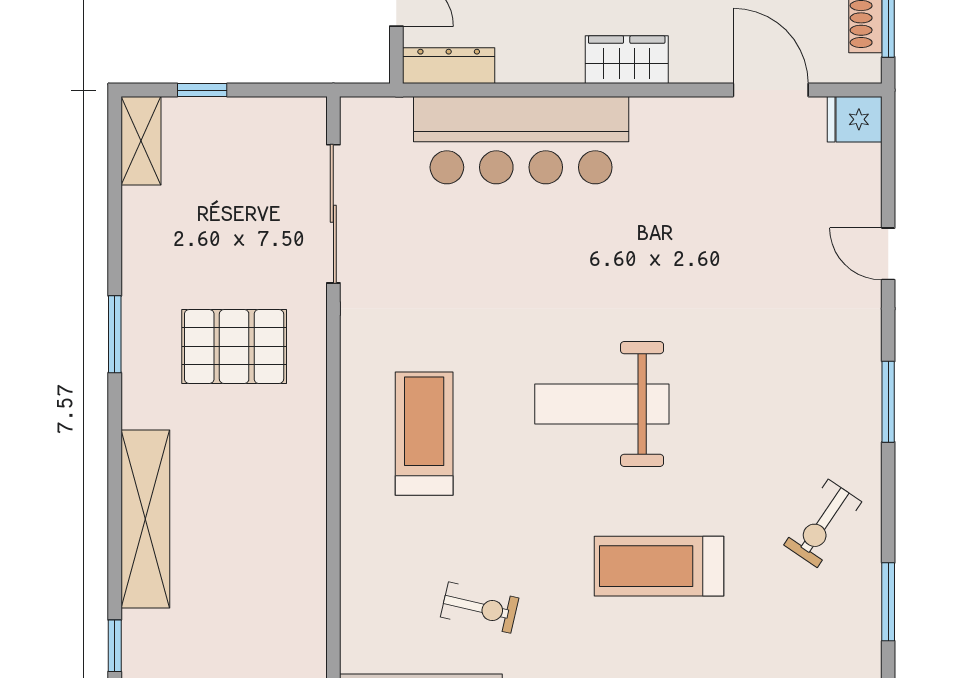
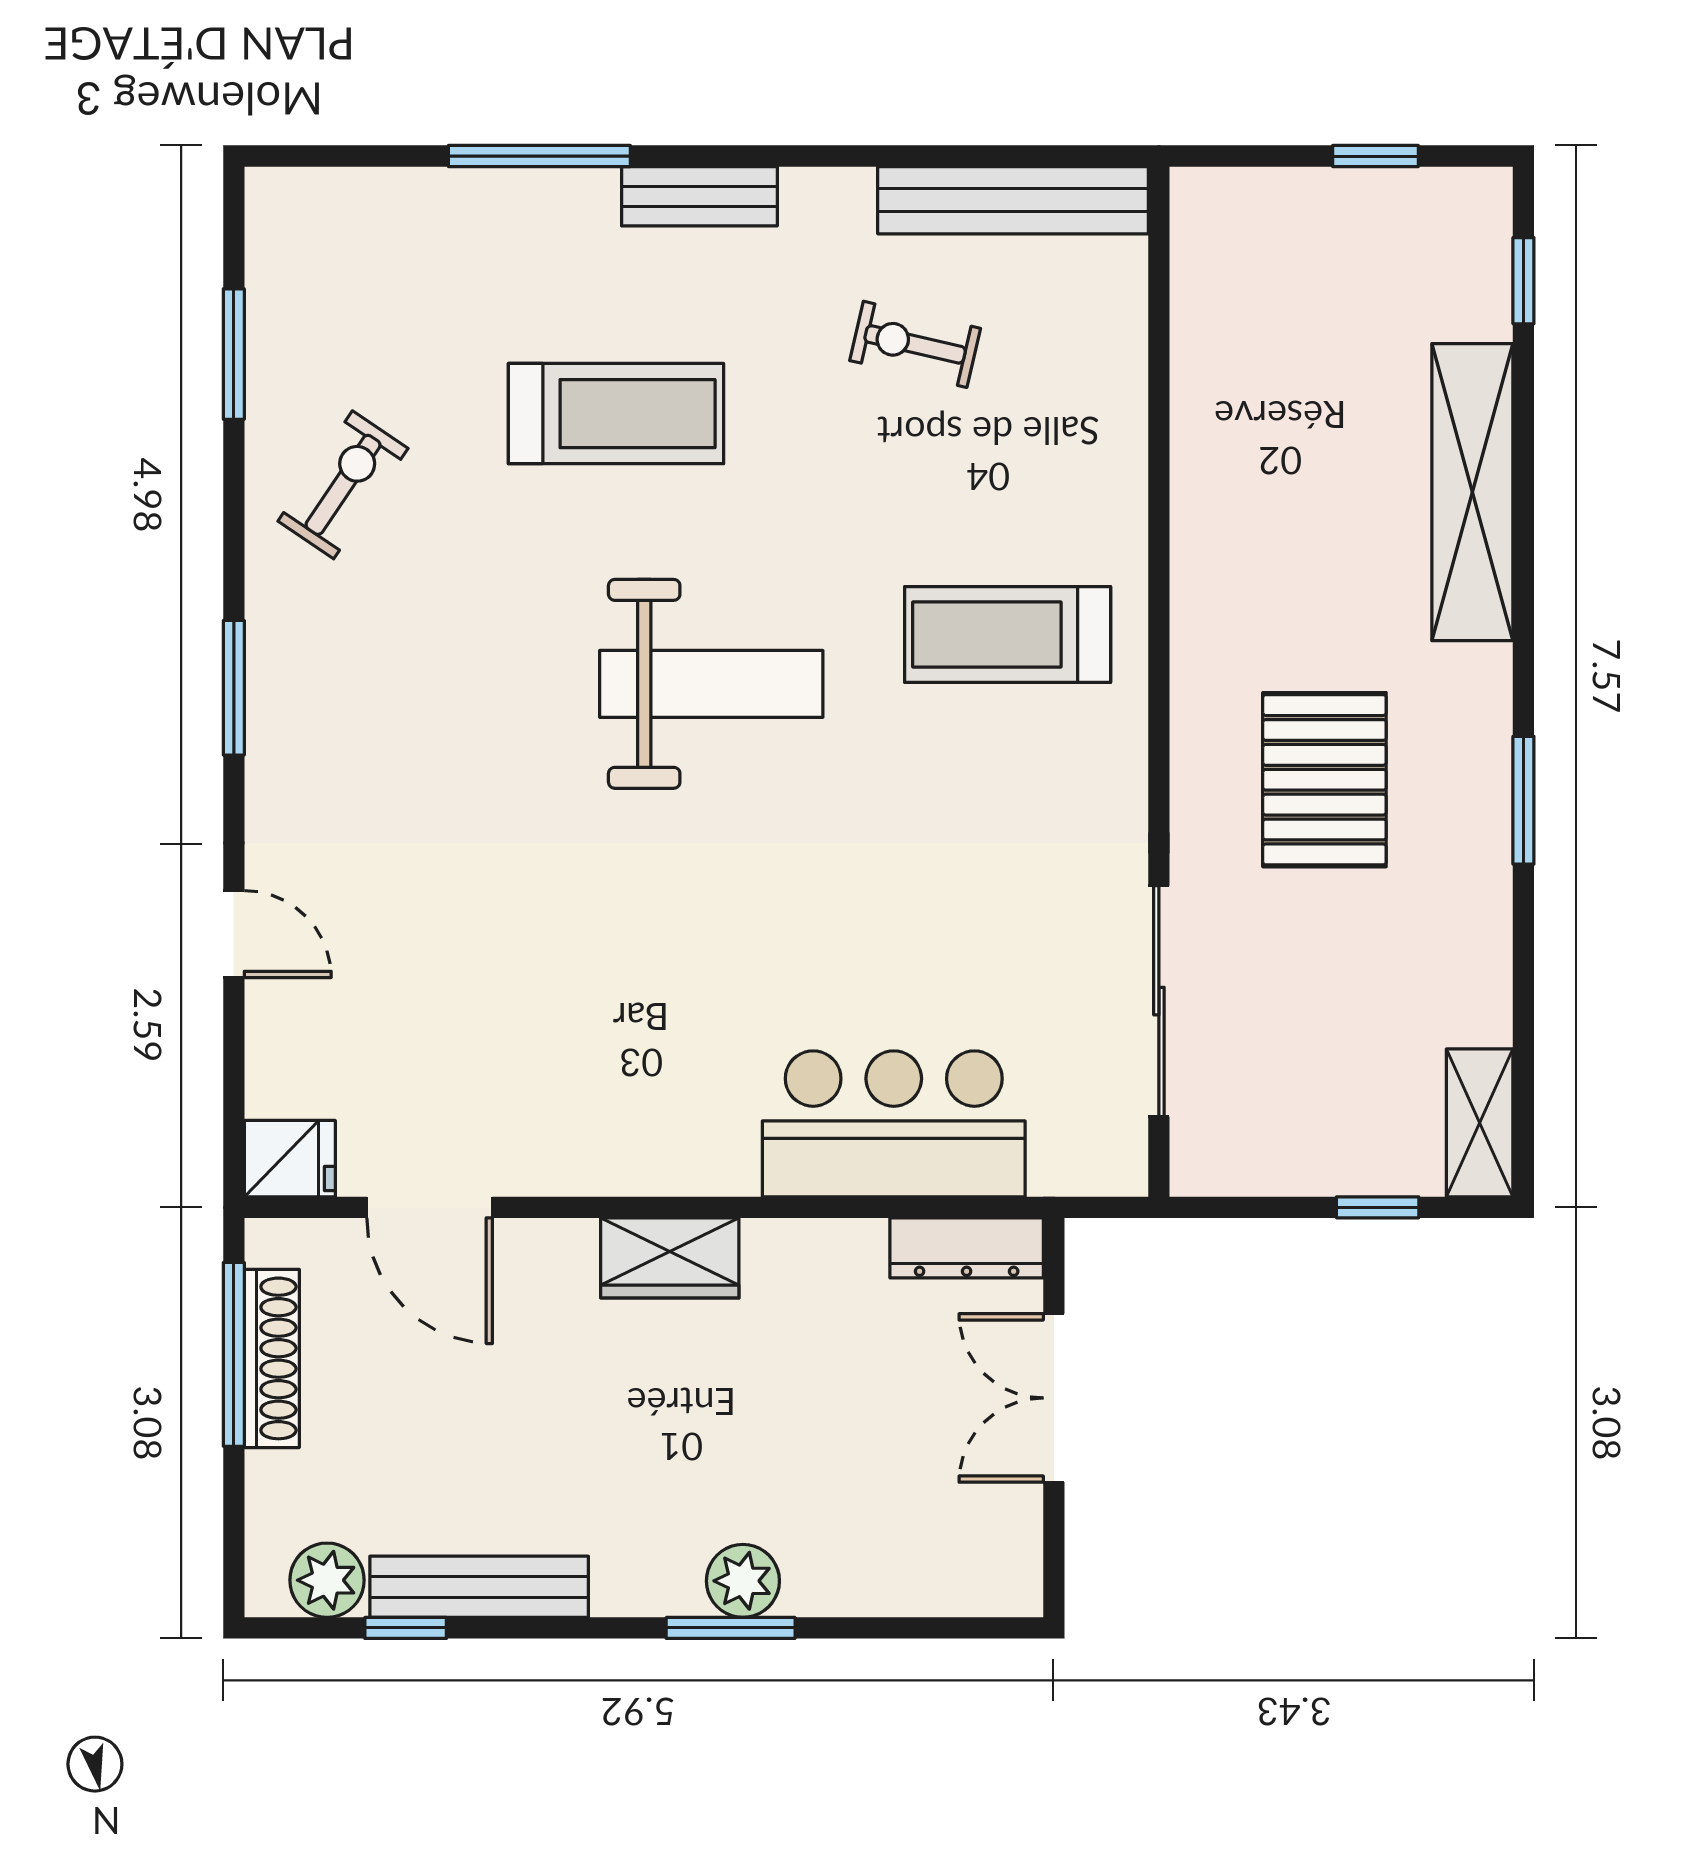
bar counter: (521, 140) -> (894, 1124), width x0.73
pallet: (234, 346) -> (1324, 780), turned 90
treadmill: (424, 434) -> (1008, 634), turned 90

